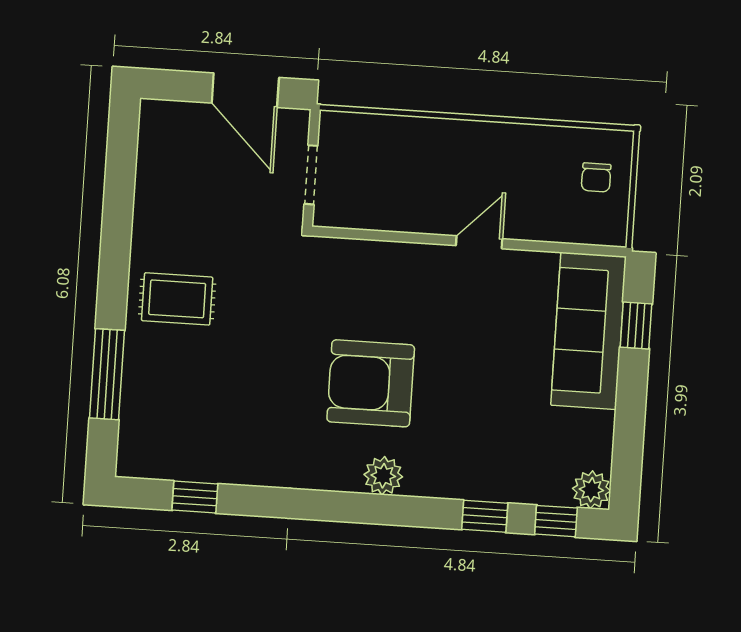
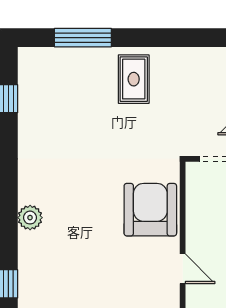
armchair: (371, 383) -> (150, 210), moved

